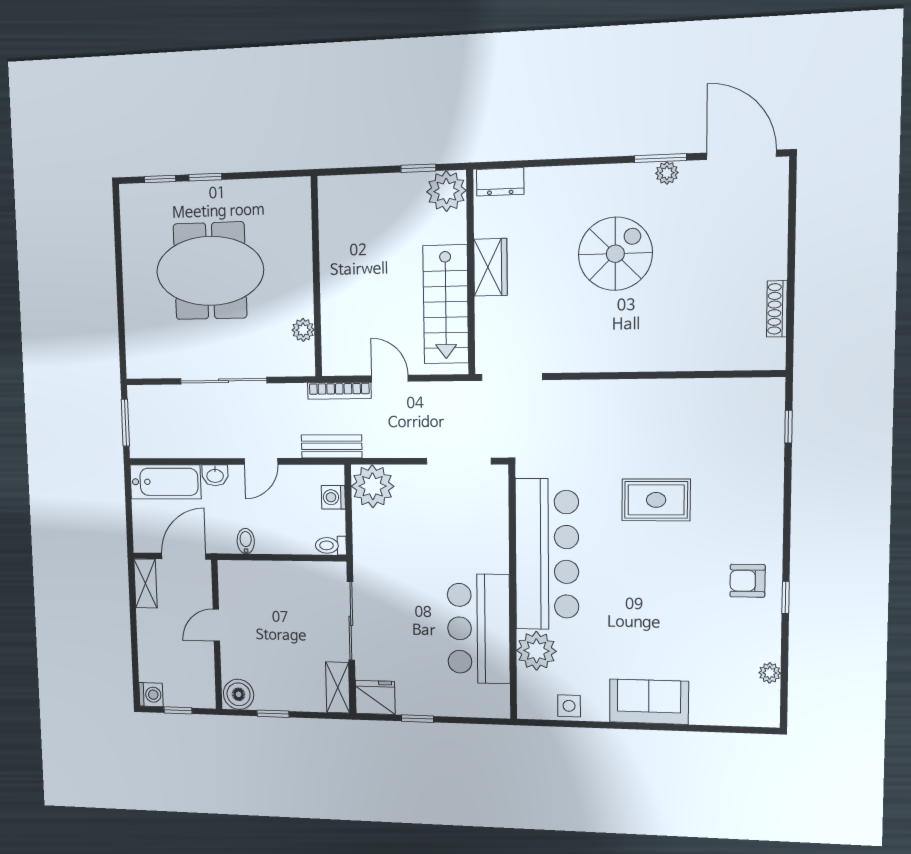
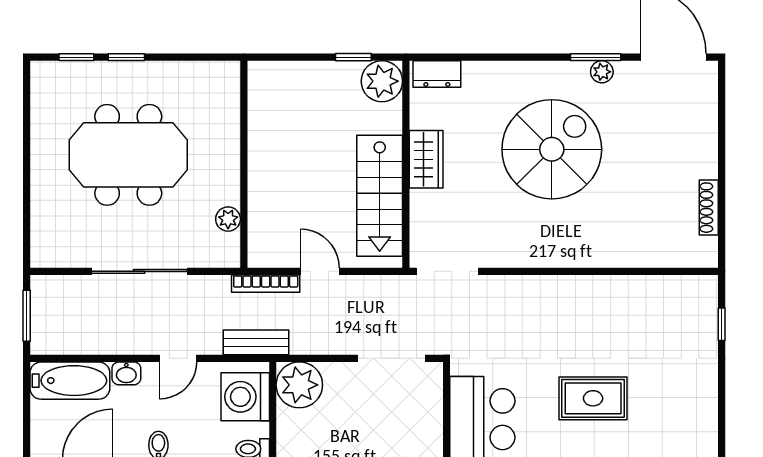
spiral stairs: (615, 254) -> (552, 149), width x1.37, depth x1.37
washing machine: (333, 497) -> (245, 397), width x1.89, depth x1.89

